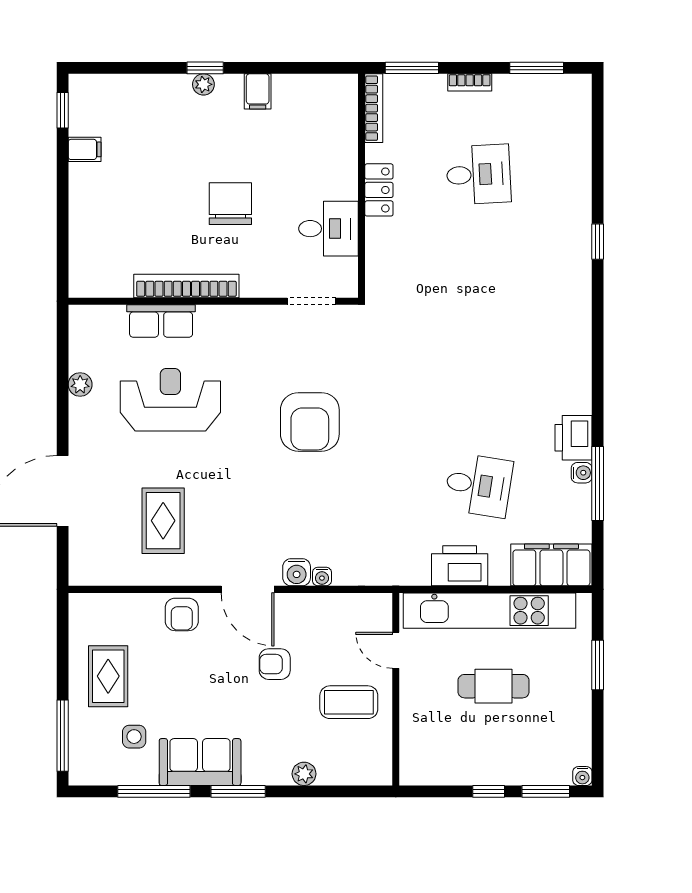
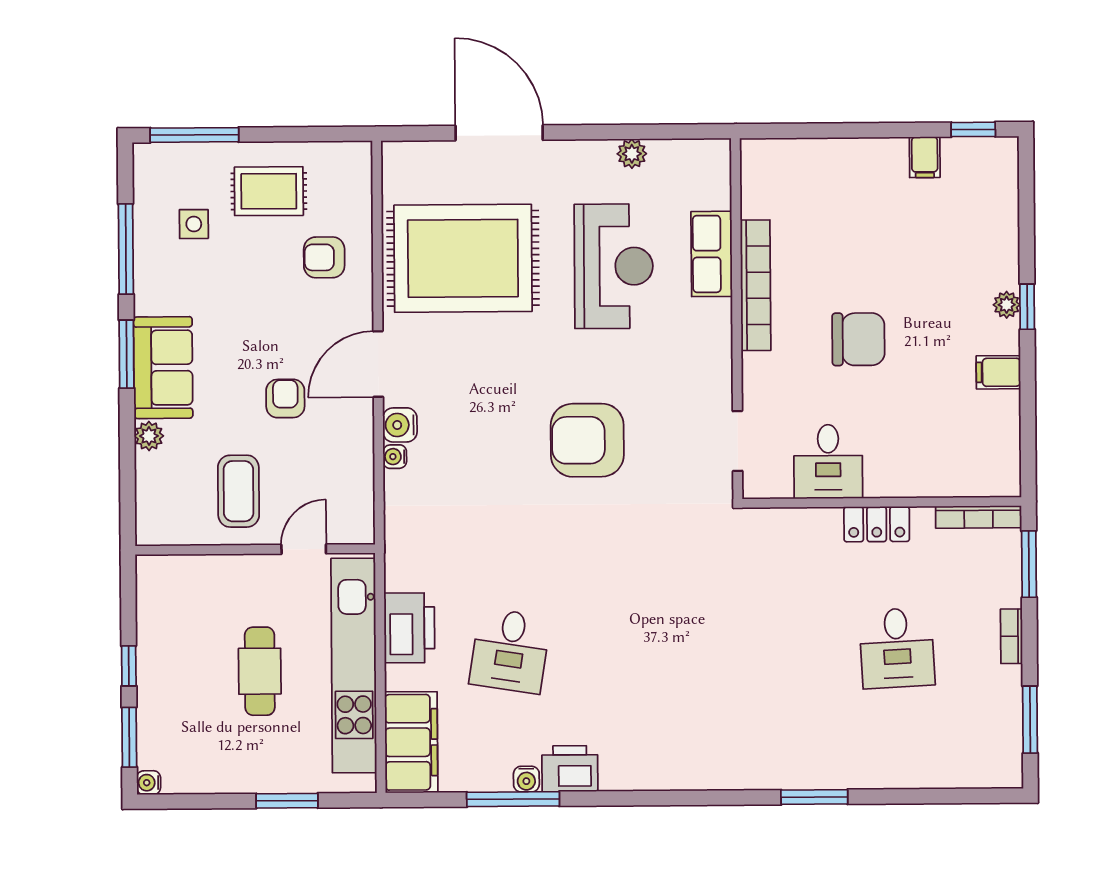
window: (598, 242) -> (814, 797), width x1.50
rug: (163, 521) -> (463, 258), width x1.86, depth x2.06
armchair: (182, 614) -> (324, 257), moved
sofa: (200, 762) -> (163, 368), moved

